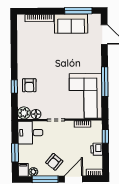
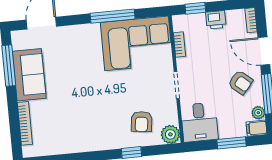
armchair: (29, 85) -> (142, 122), moved, turned 97
floor lamp: (36, 114) -> (171, 116), removed

